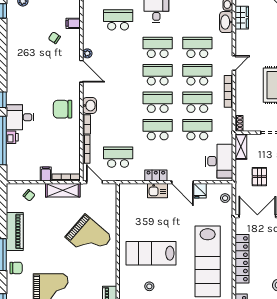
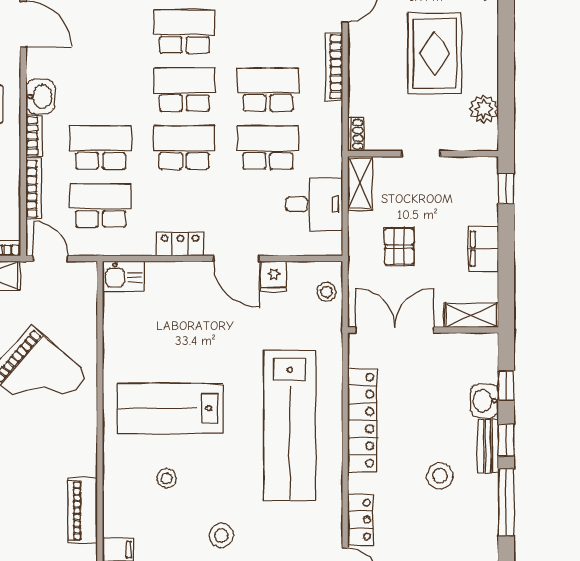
school desk: (197, 75) -> (101, 147), moved
desk: (219, 161) -> (314, 204), width x0.73
kitchen sink: (158, 191) -> (123, 276), moved

